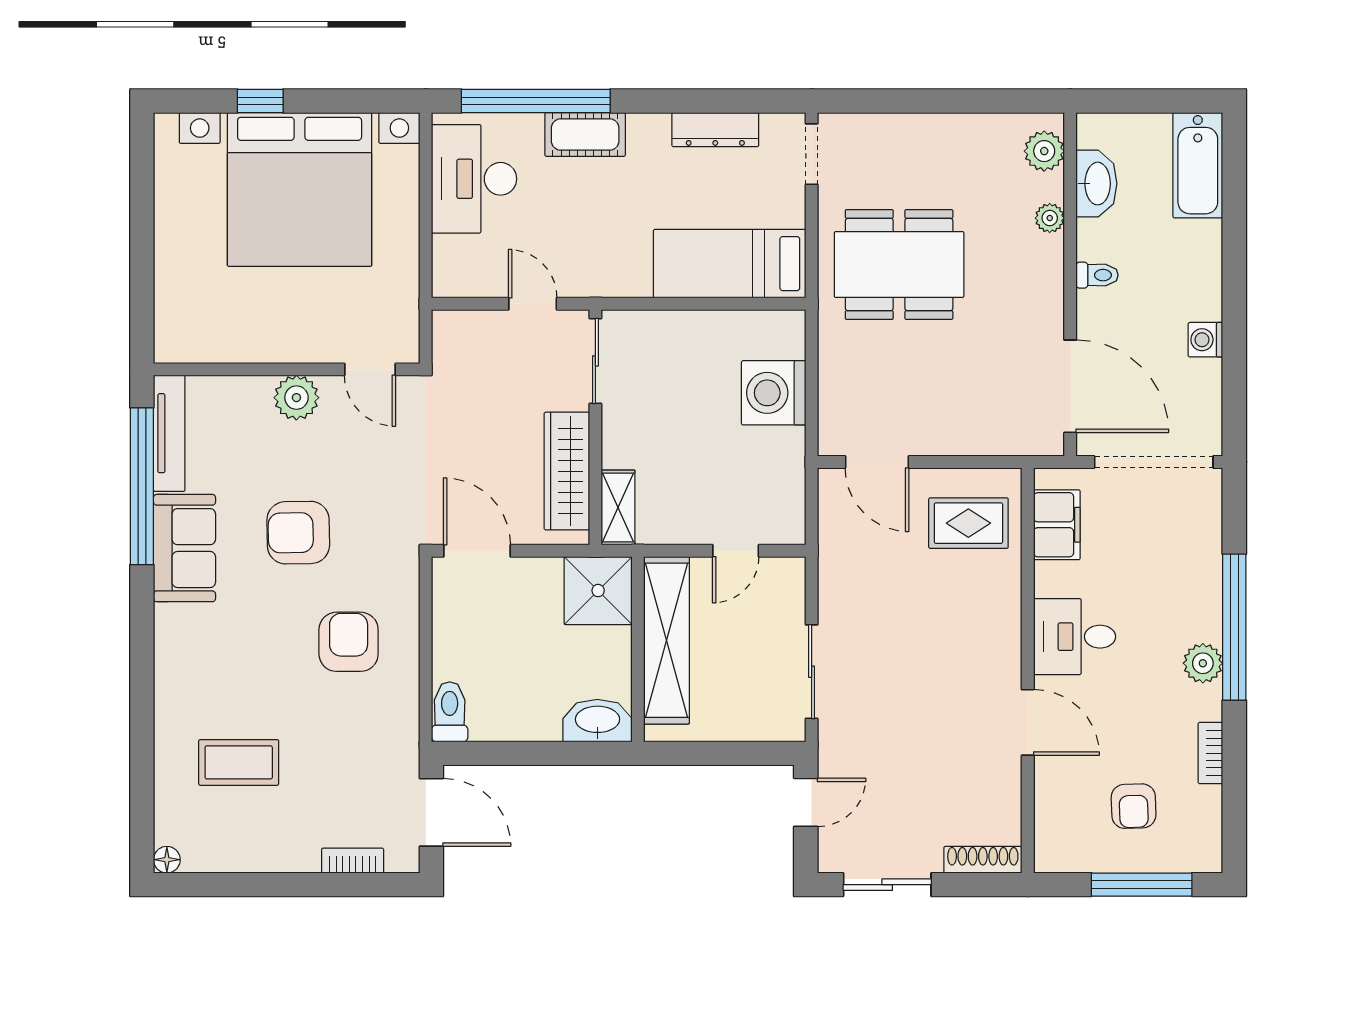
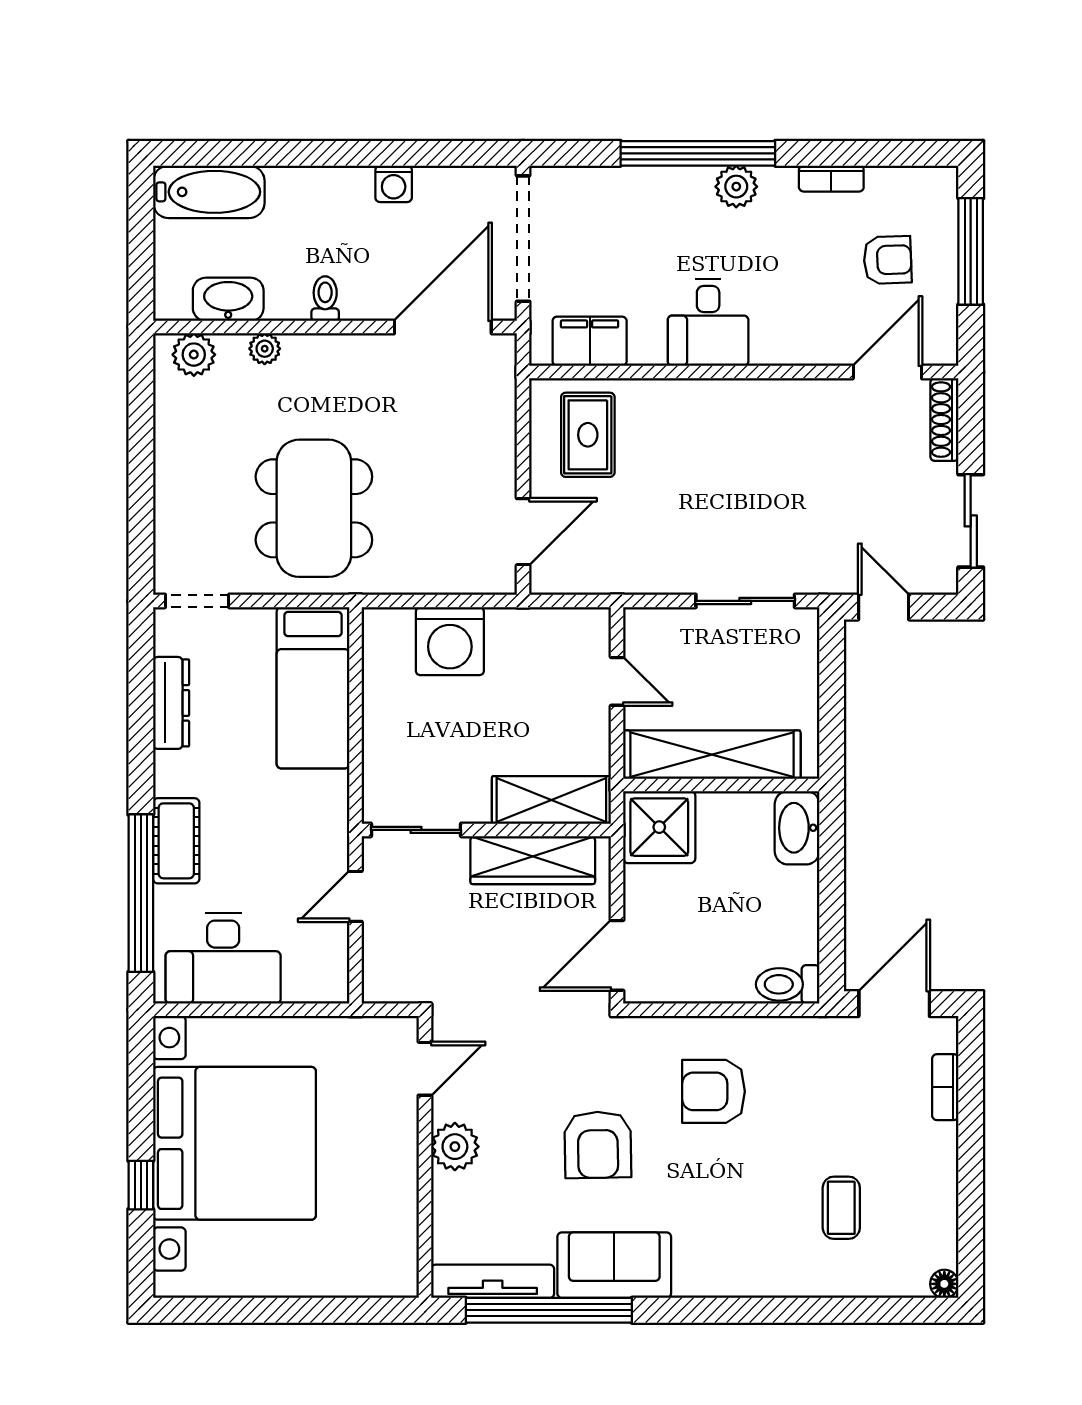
shelving: (618, 507) -> (551, 800), width x1.50, depth x1.33
door: (1028, 722) -> (887, 372), moved
coffee table: (239, 762) -> (841, 1208), width x0.73, depth x0.77

